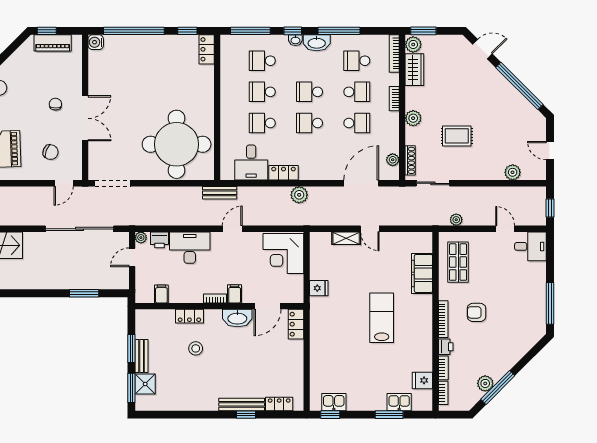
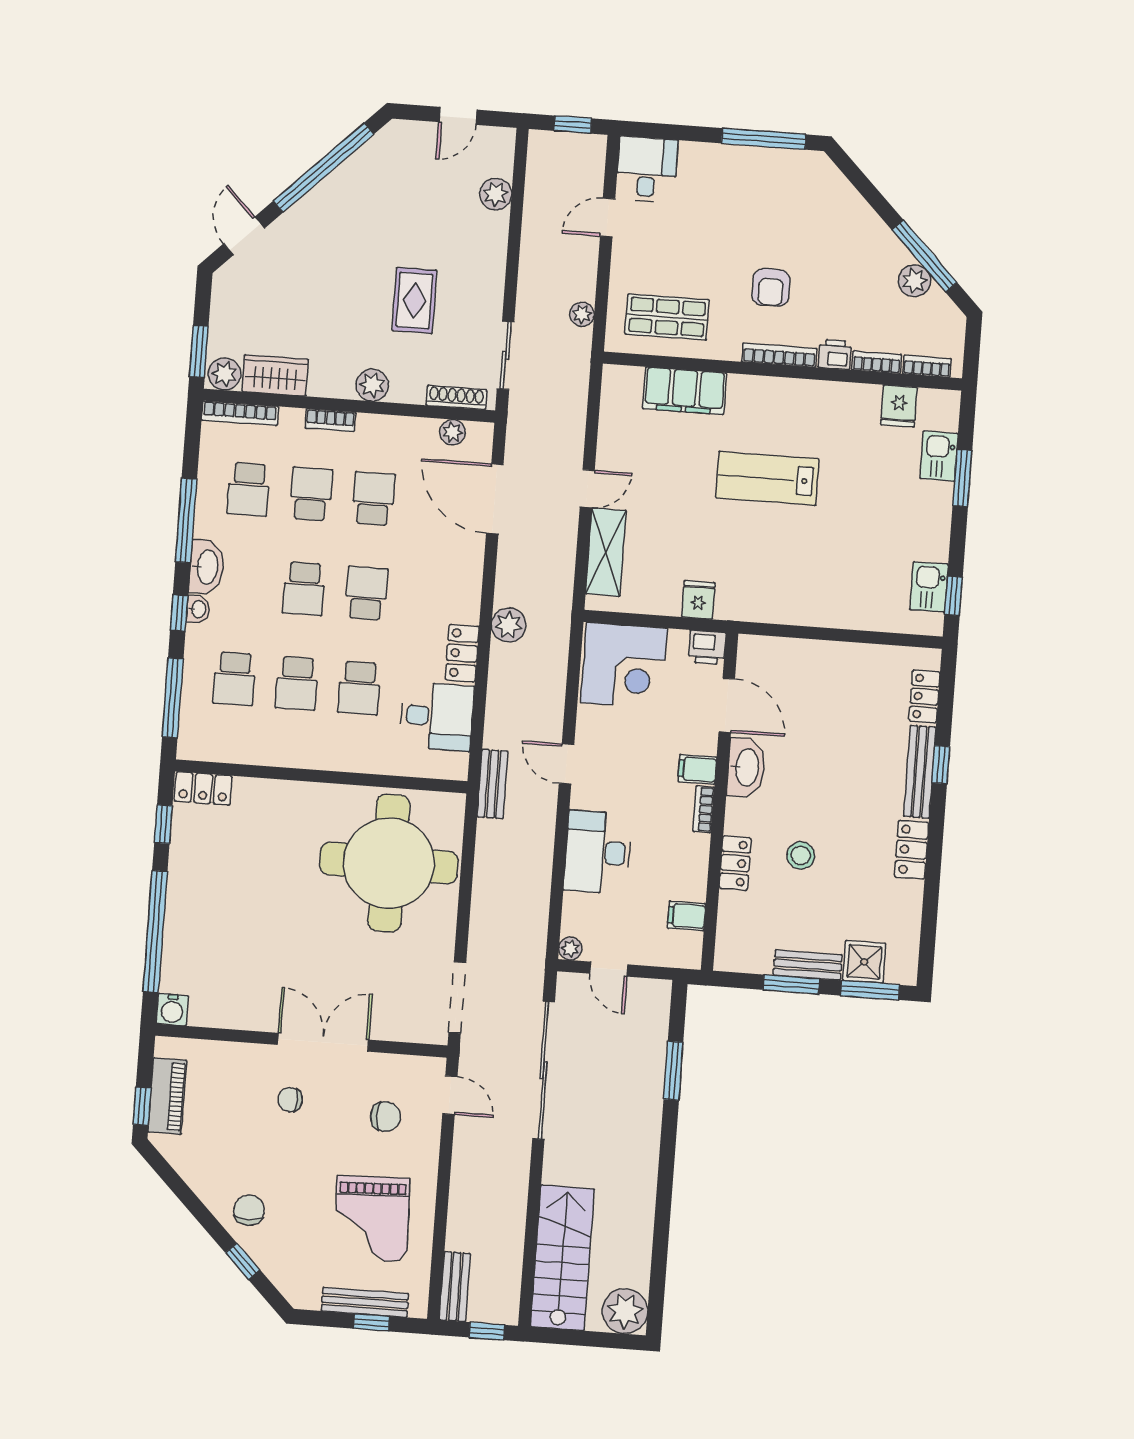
school desk: (310, 123) -> (366, 593), turned 180
chair: (51, 152) -> (386, 1117), turned 69
shelving: (346, 238) -> (606, 552), width x1.50, depth x1.33
printer: (160, 240) -> (707, 647), moved, turned 90
locker: (296, 324) -> (911, 850), moved, turned 90

